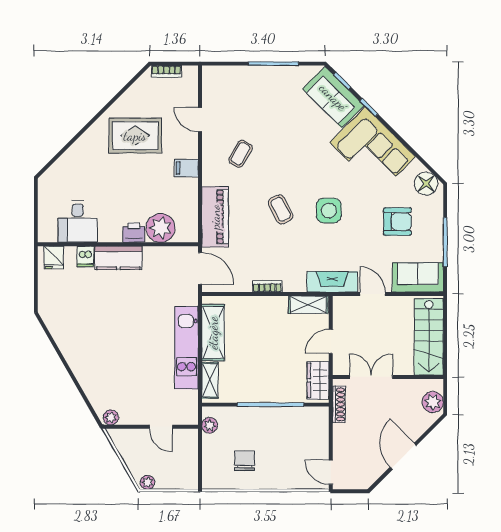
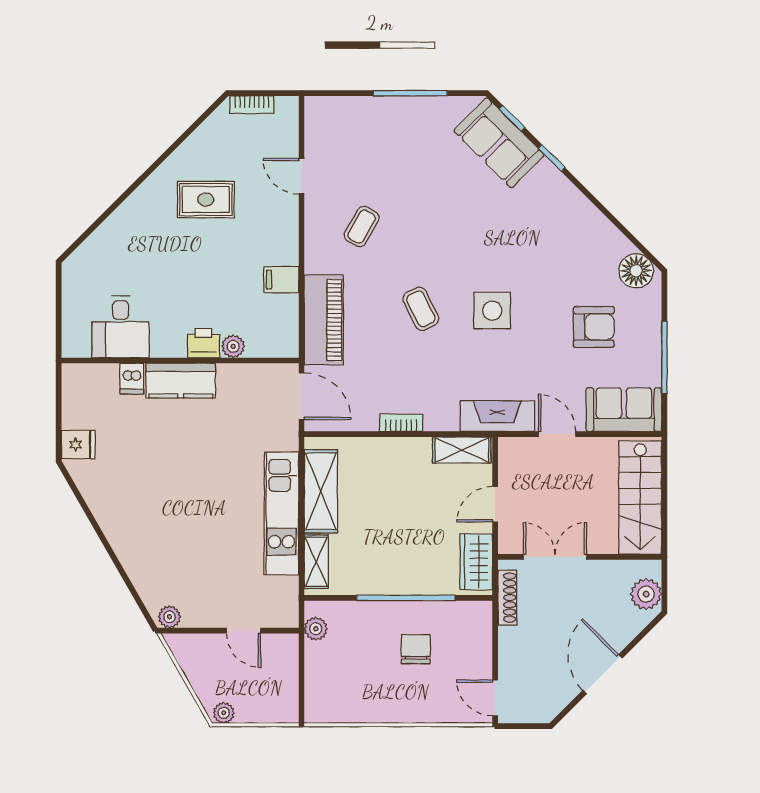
rug: (135, 136) -> (206, 200), width x0.73, depth x0.70
corner sofa: (373, 149) -> (557, 220), removed
filing cabinet: (186, 168) -> (281, 280), moved
plant: (161, 228) -> (233, 346), width x0.53, depth x0.53
fridge: (54, 258) -> (78, 445), moved, turned -90
chair: (245, 461) -> (416, 649), moved

